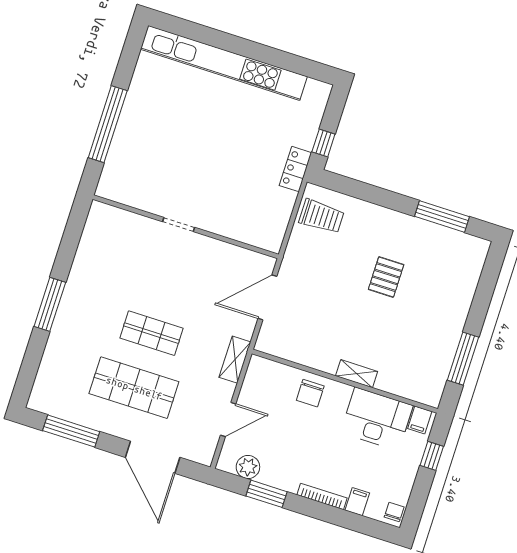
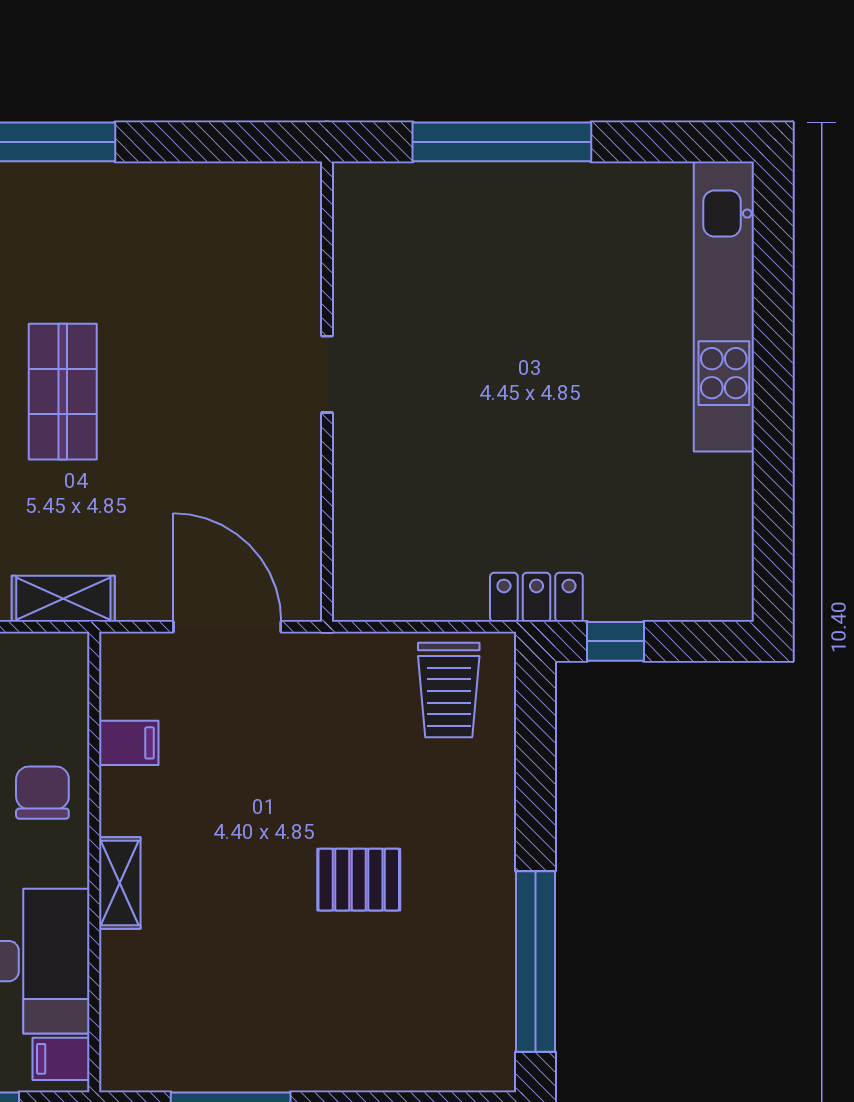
kitchen unit: (224, 63) -> (724, 306), width x0.73
window: (442, 216) -> (536, 961), width x1.46
filing cabinet: (301, 352) -> (129, 743), added
chair: (310, 393) -> (42, 793), turned 90

